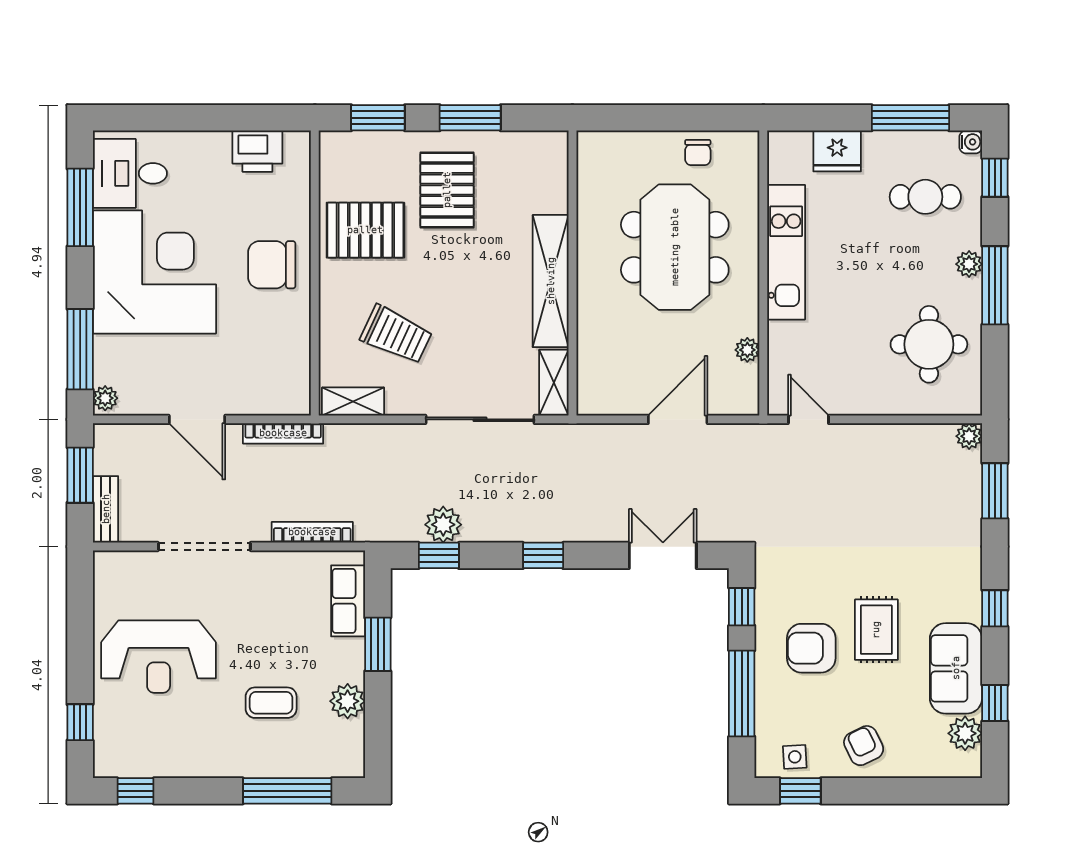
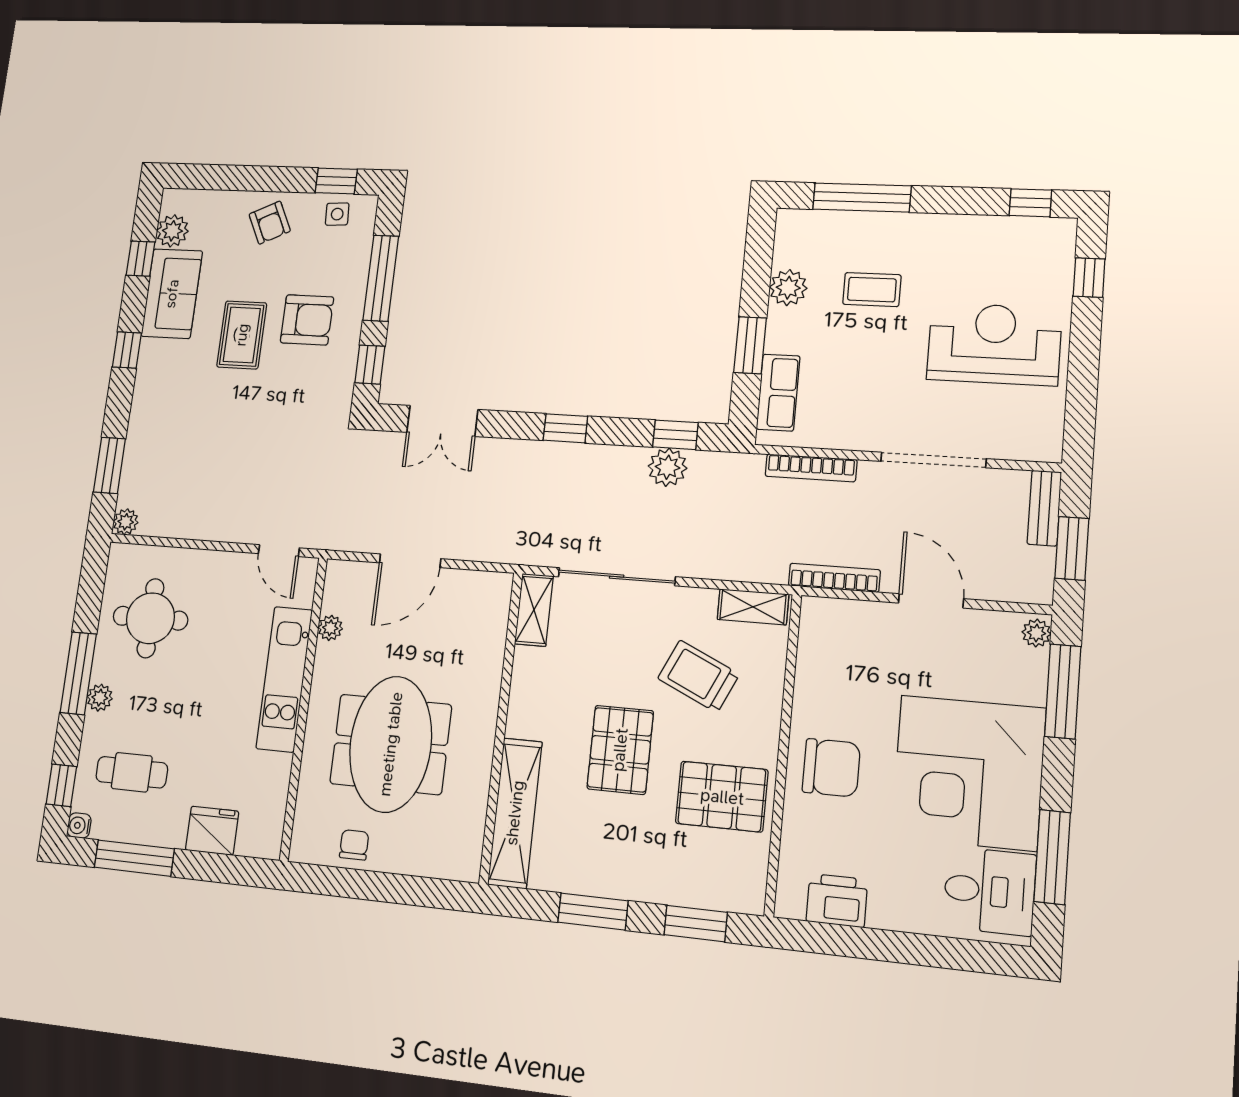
pallet: (447, 190) -> (620, 750), moved
kitchen unit: (786, 252) -> (284, 679), moved
shelving: (551, 281) -> (515, 813), moved

